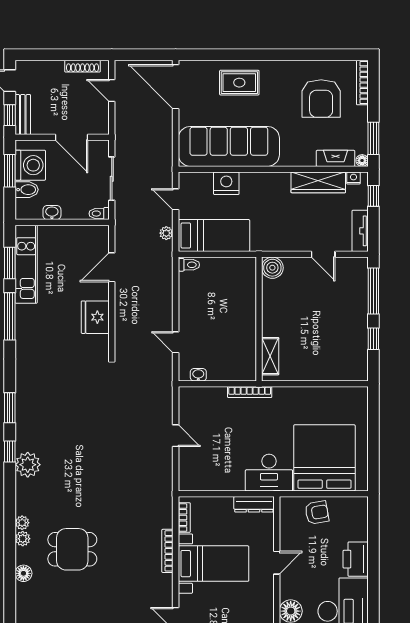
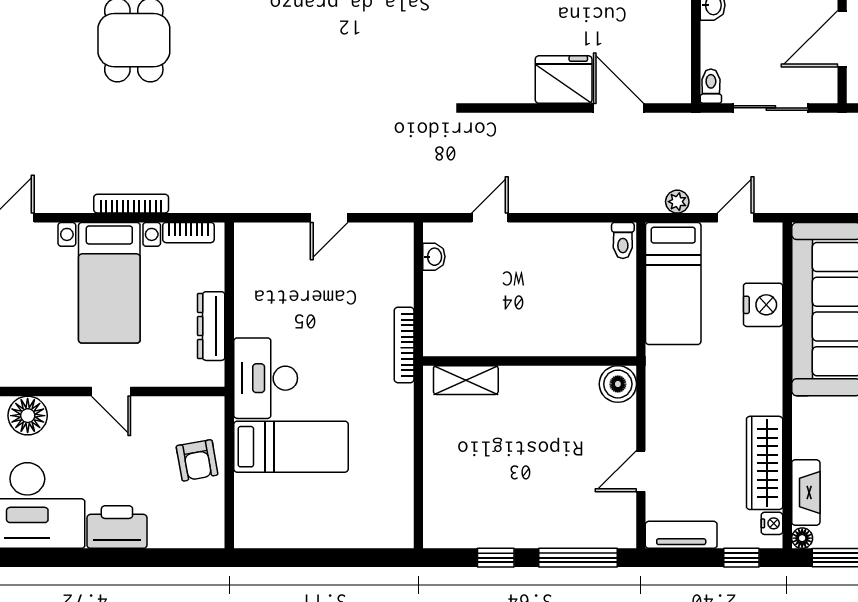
fridge: (95, 317) -> (564, 80), moved
bed: (324, 458) -> (291, 447), width x0.49
dresser: (254, 504) -> (211, 326), moved

